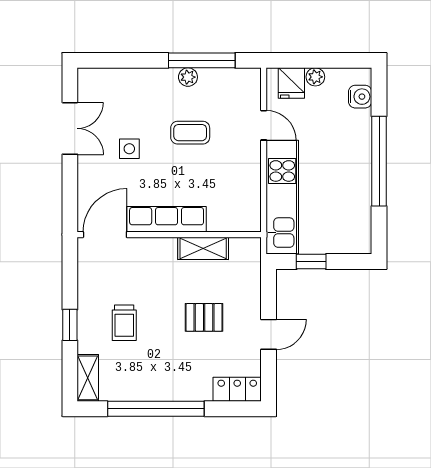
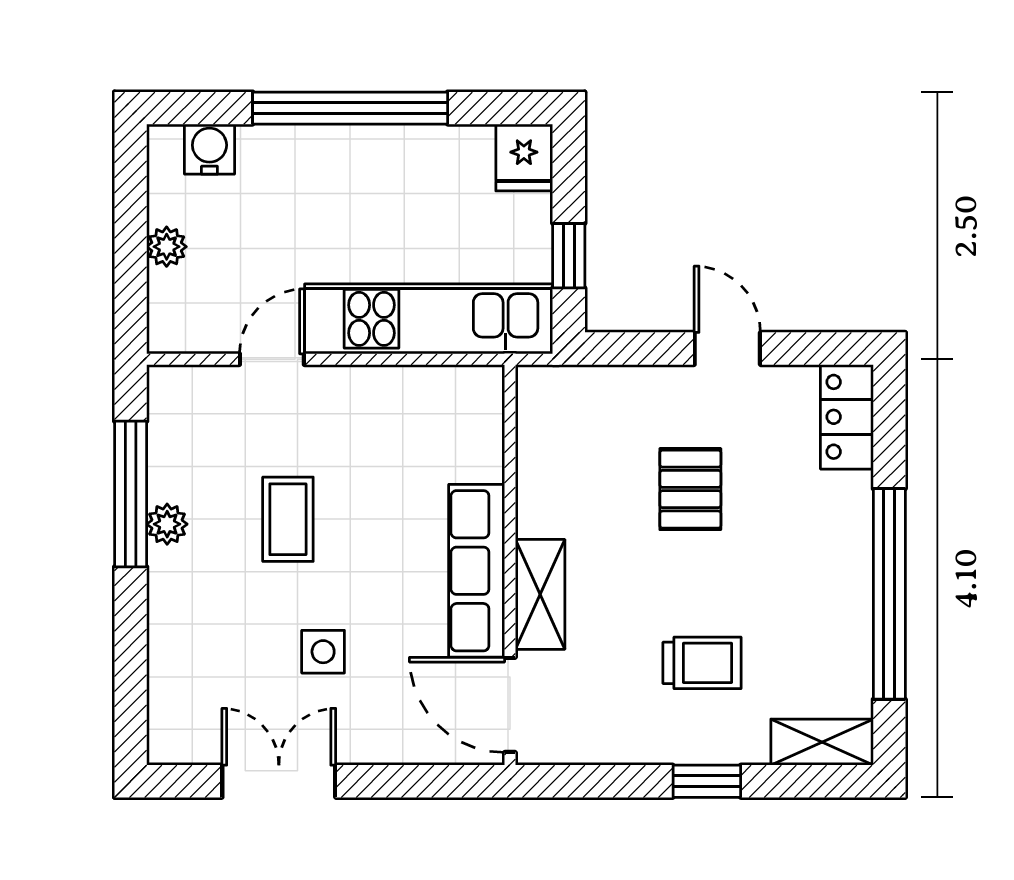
fridge: (291, 83) -> (524, 158), moved, turned 90
shelving: (203, 248) -> (540, 594), moved

